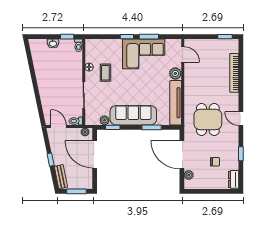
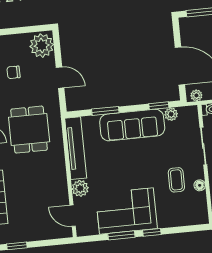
door: (182, 155) -> (60, 78), width x0.53
plant: (189, 175) -> (42, 46), width x1.87, depth x1.87

